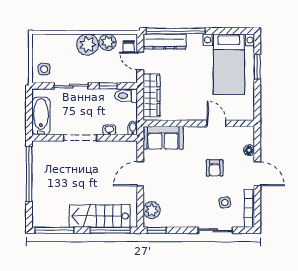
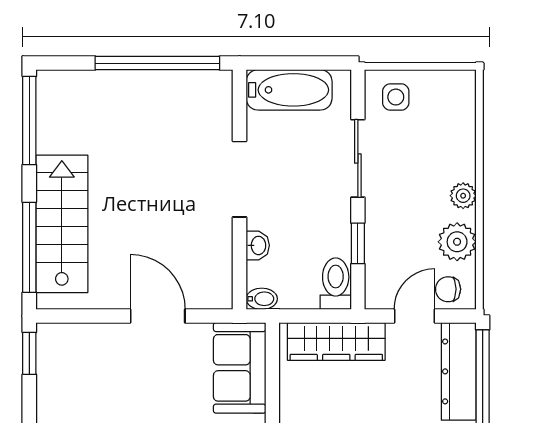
plant: (87, 45) -> (463, 196), width x0.53, depth x0.53
plant: (152, 210) -> (75, 342), removed

